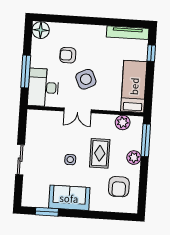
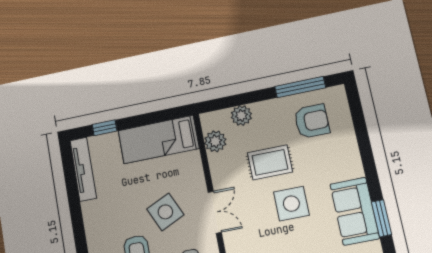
window: (146, 140) -> (300, 87), moved
plant: (134, 158) -> (241, 115), moved
side table: (70, 160) -> (291, 204), width x1.87, depth x1.87
sofa: (69, 198) -> (355, 211), moved

